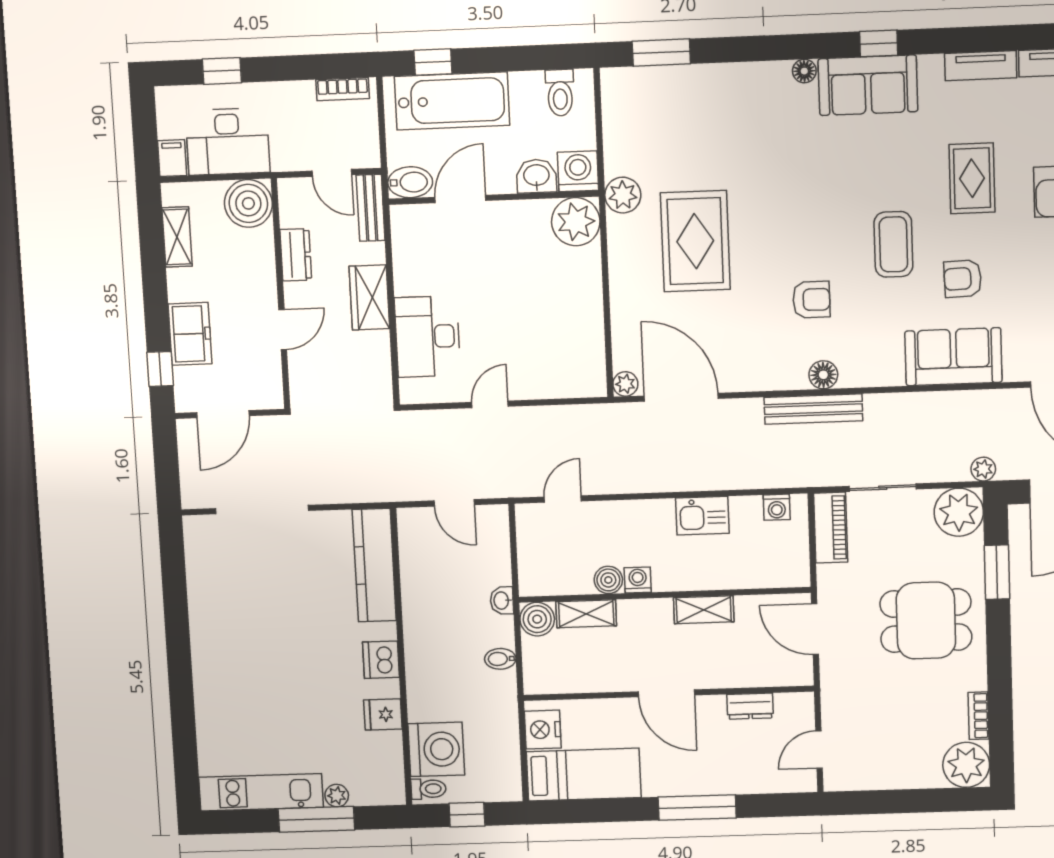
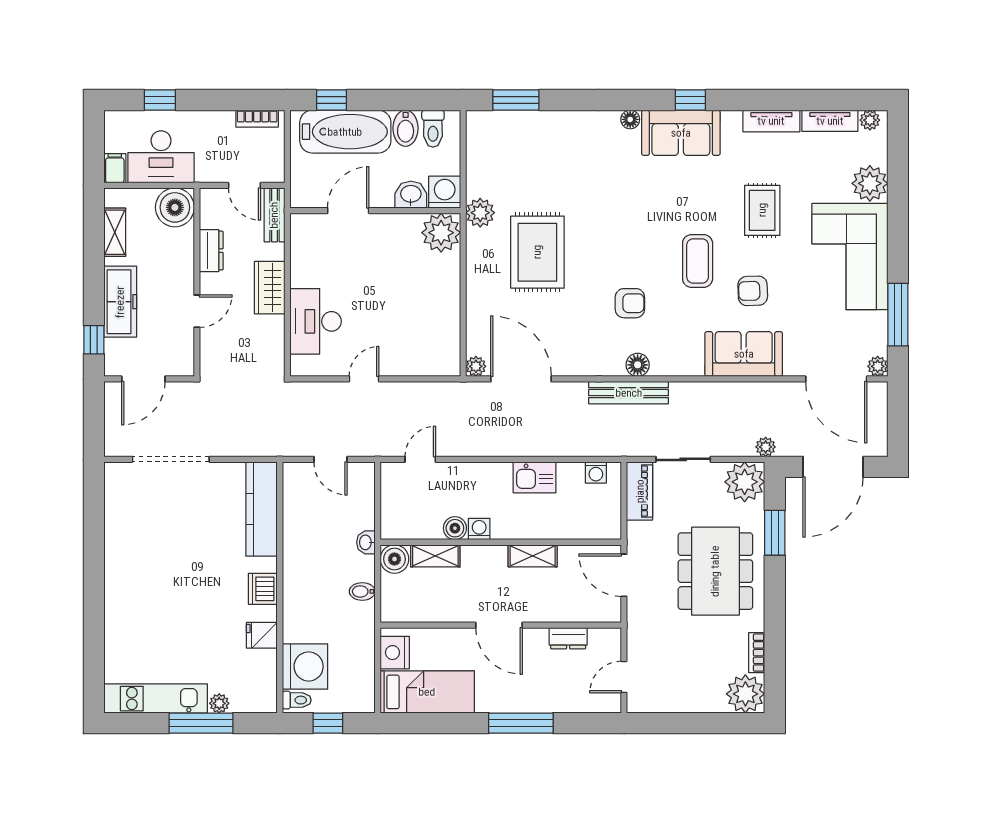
bidet: (410, 182) -> (406, 128), moved, turned 90
freezer: (190, 334) -> (120, 302), width x1.40
dining table: (926, 621) -> (715, 571), width x1.38

